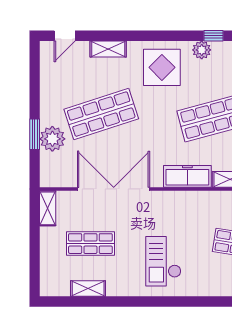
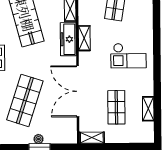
shop shelf: (101, 114) -> (25, 100), turned 36
plant: (52, 139) -> (39, 139), width x0.53, depth x0.53
shelving: (189, 199) -> (84, 38), added

